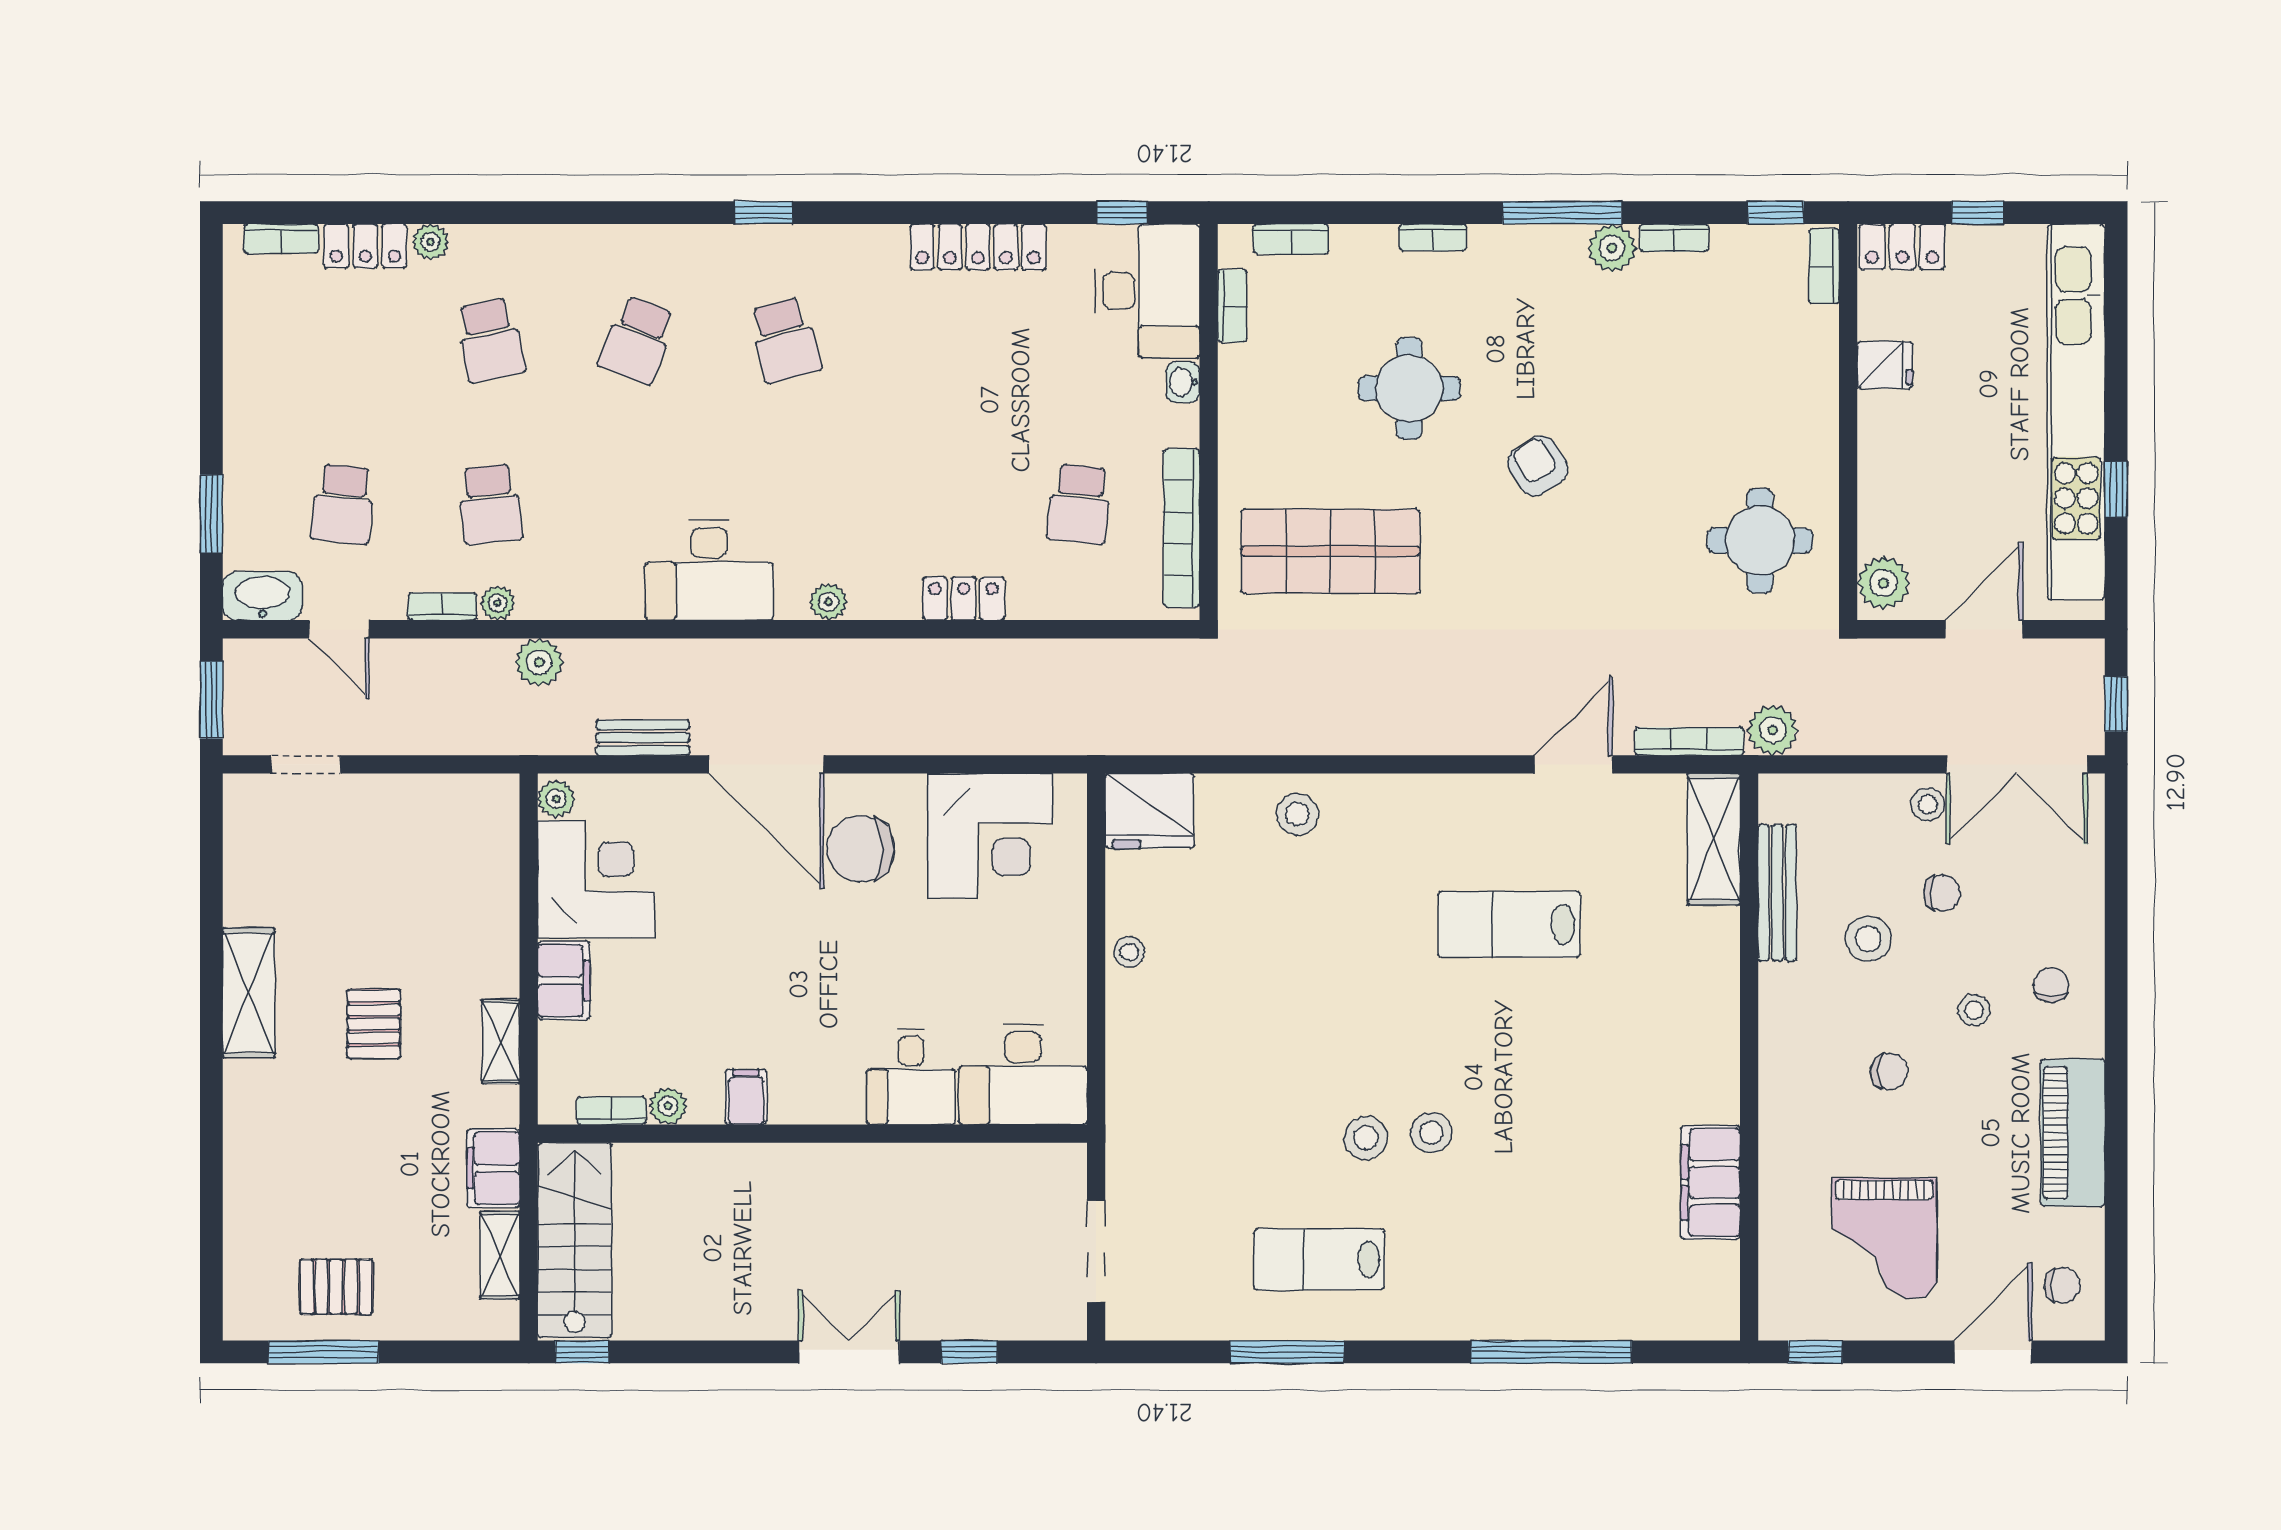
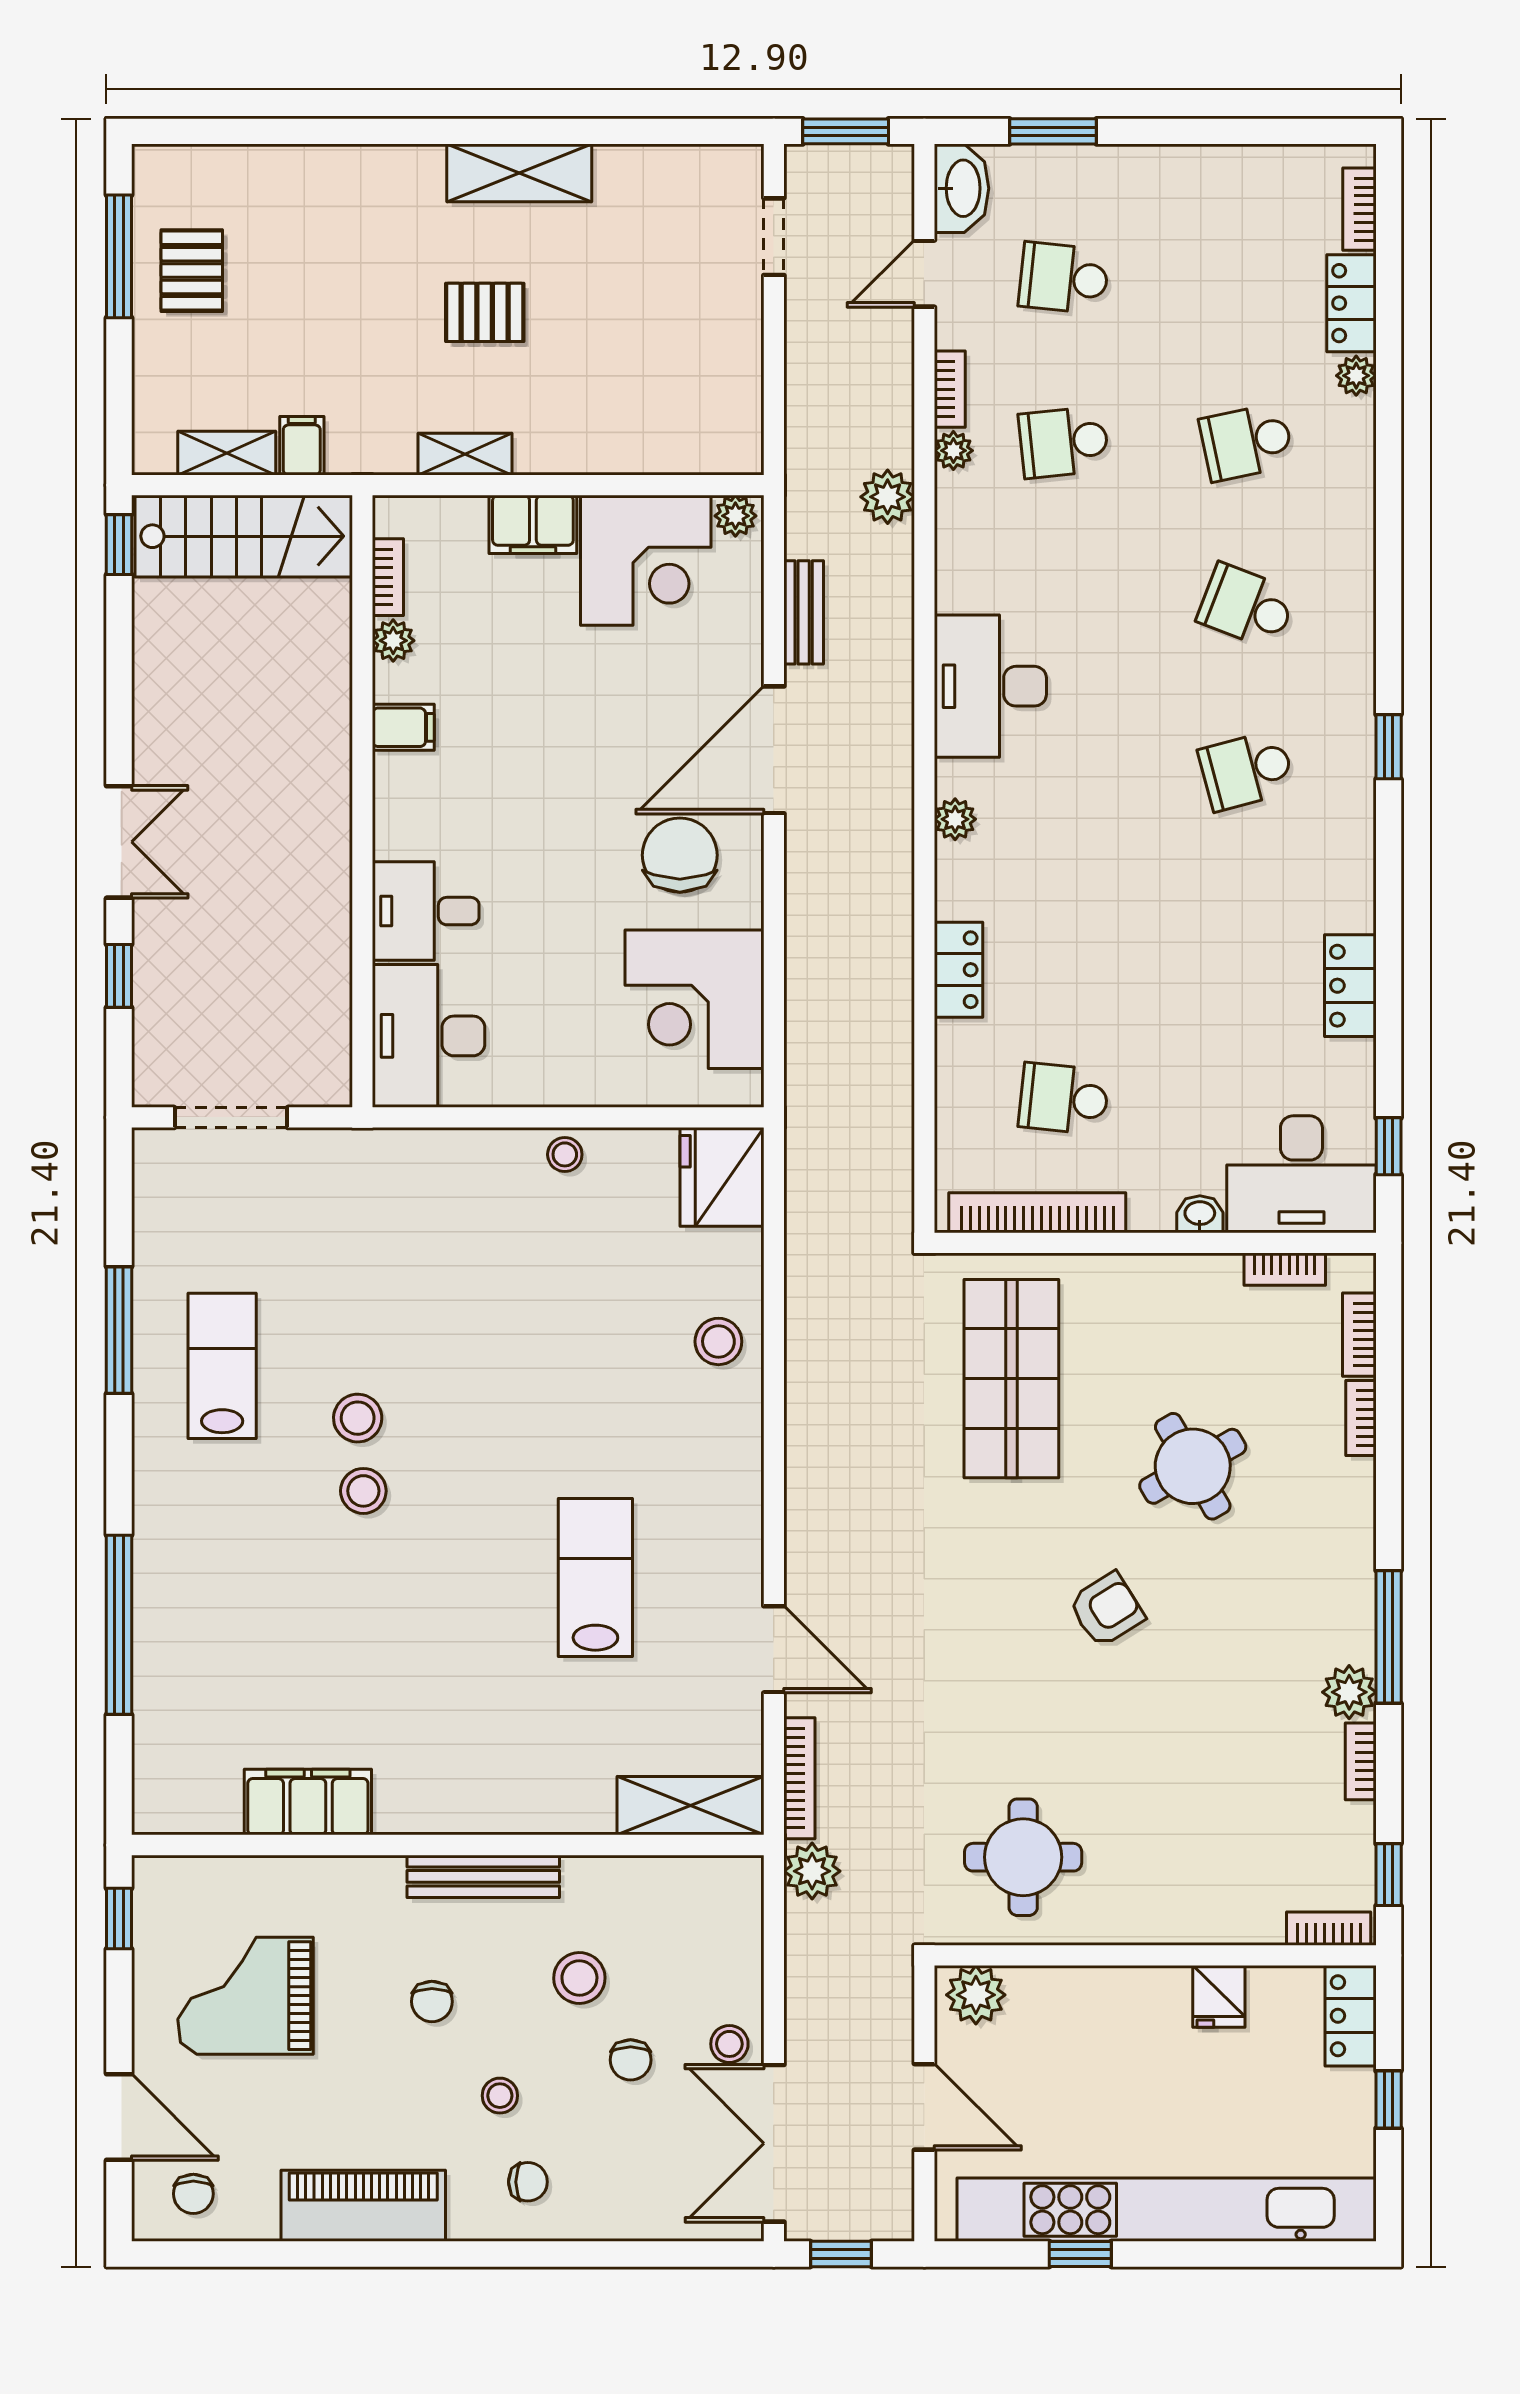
bookcase: (1433, 237) -> (1361, 1418), moved
locker: (978, 247) -> (1350, 986), width x0.66
round table: (1409, 388) -> (1193, 1466), turned -30
bench: (1777, 893) -> (483, 1876), moved
filing cabinet: (493, 1168) -> (302, 446), width x0.50

